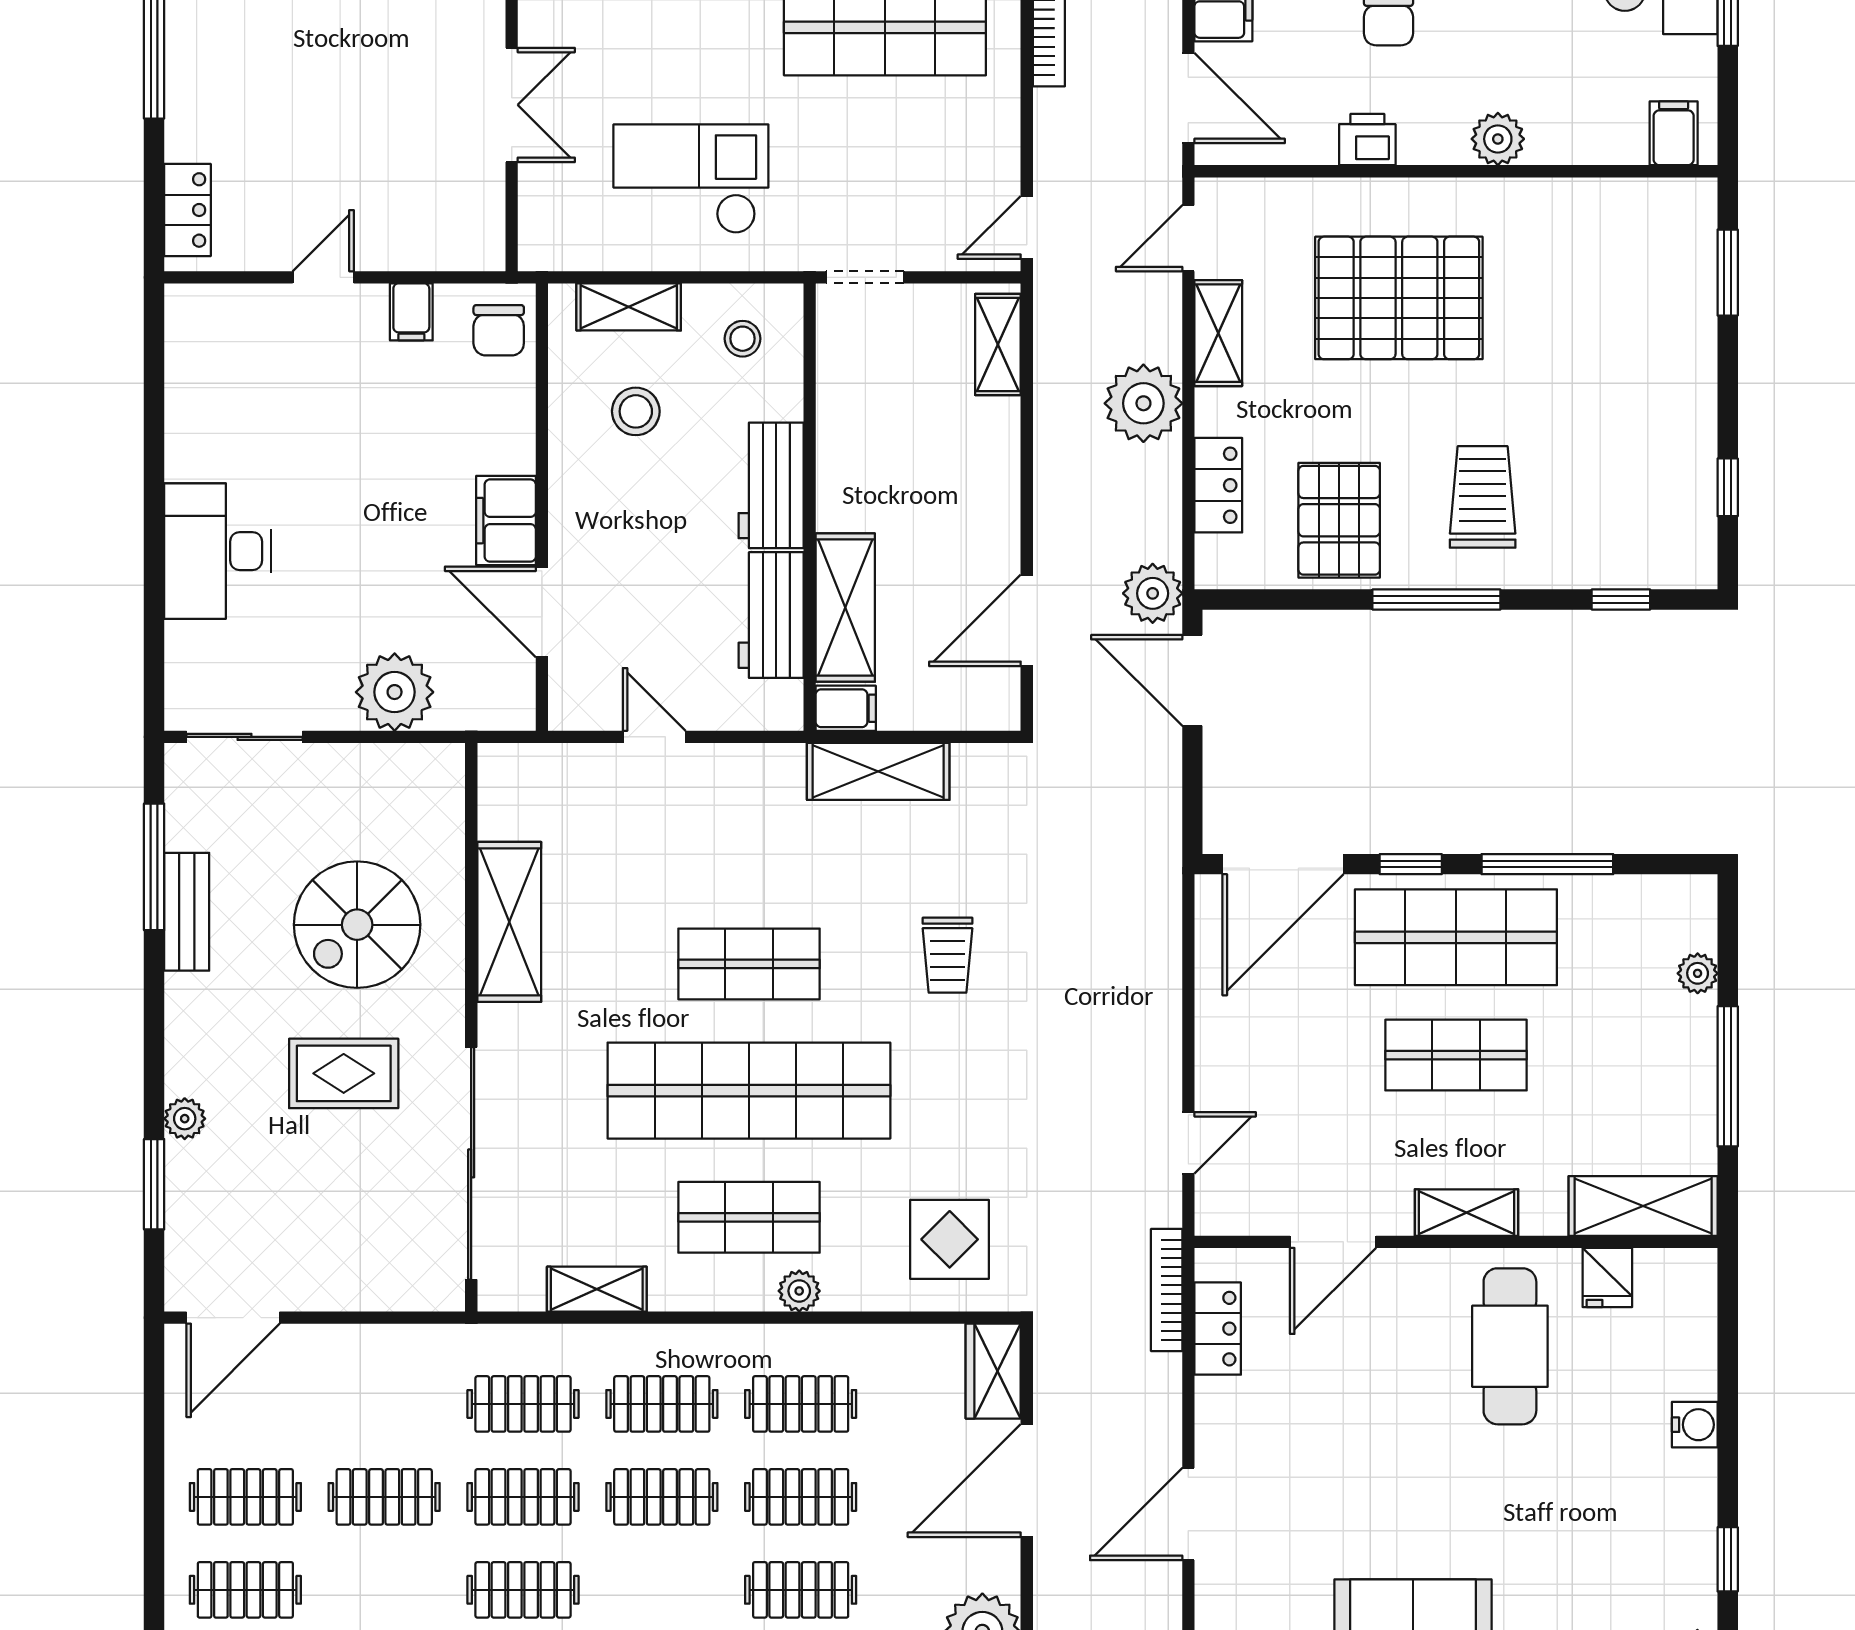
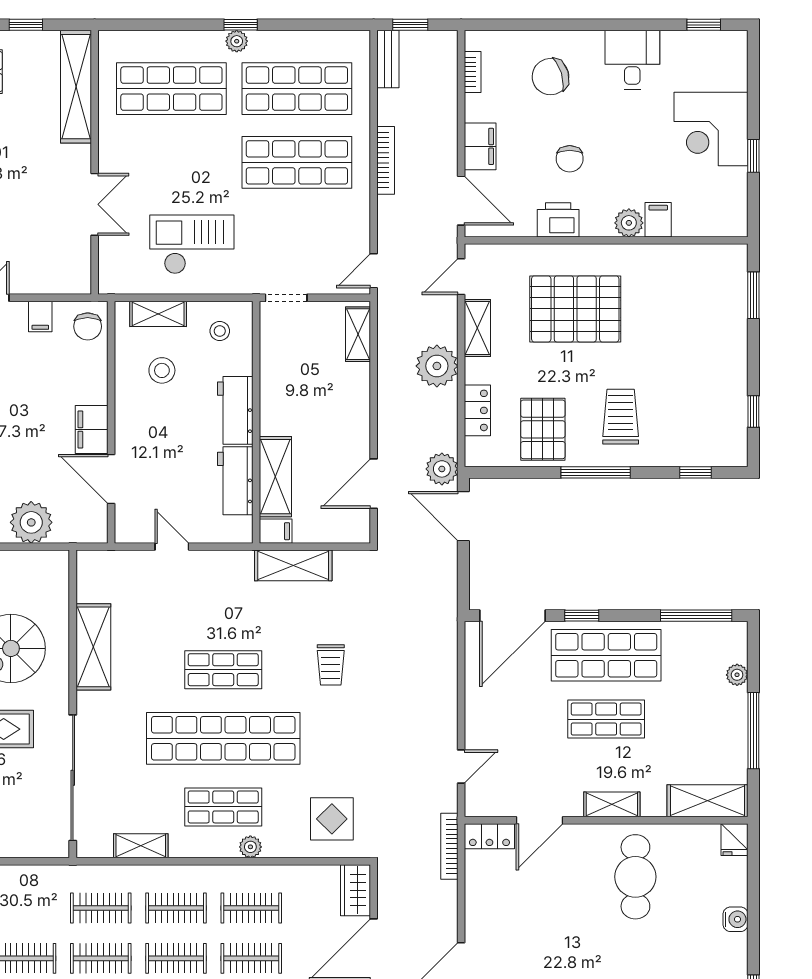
filing cabinet: (1674, 133) -> (658, 220), moved
printer: (1367, 140) -> (558, 220), width x1.36, depth x1.24
window: (1547, 864) -> (696, 616), moved
fridge: (1607, 1277) -> (734, 840), moved
locker: (1218, 1329) -> (489, 836), moved, turned 90

